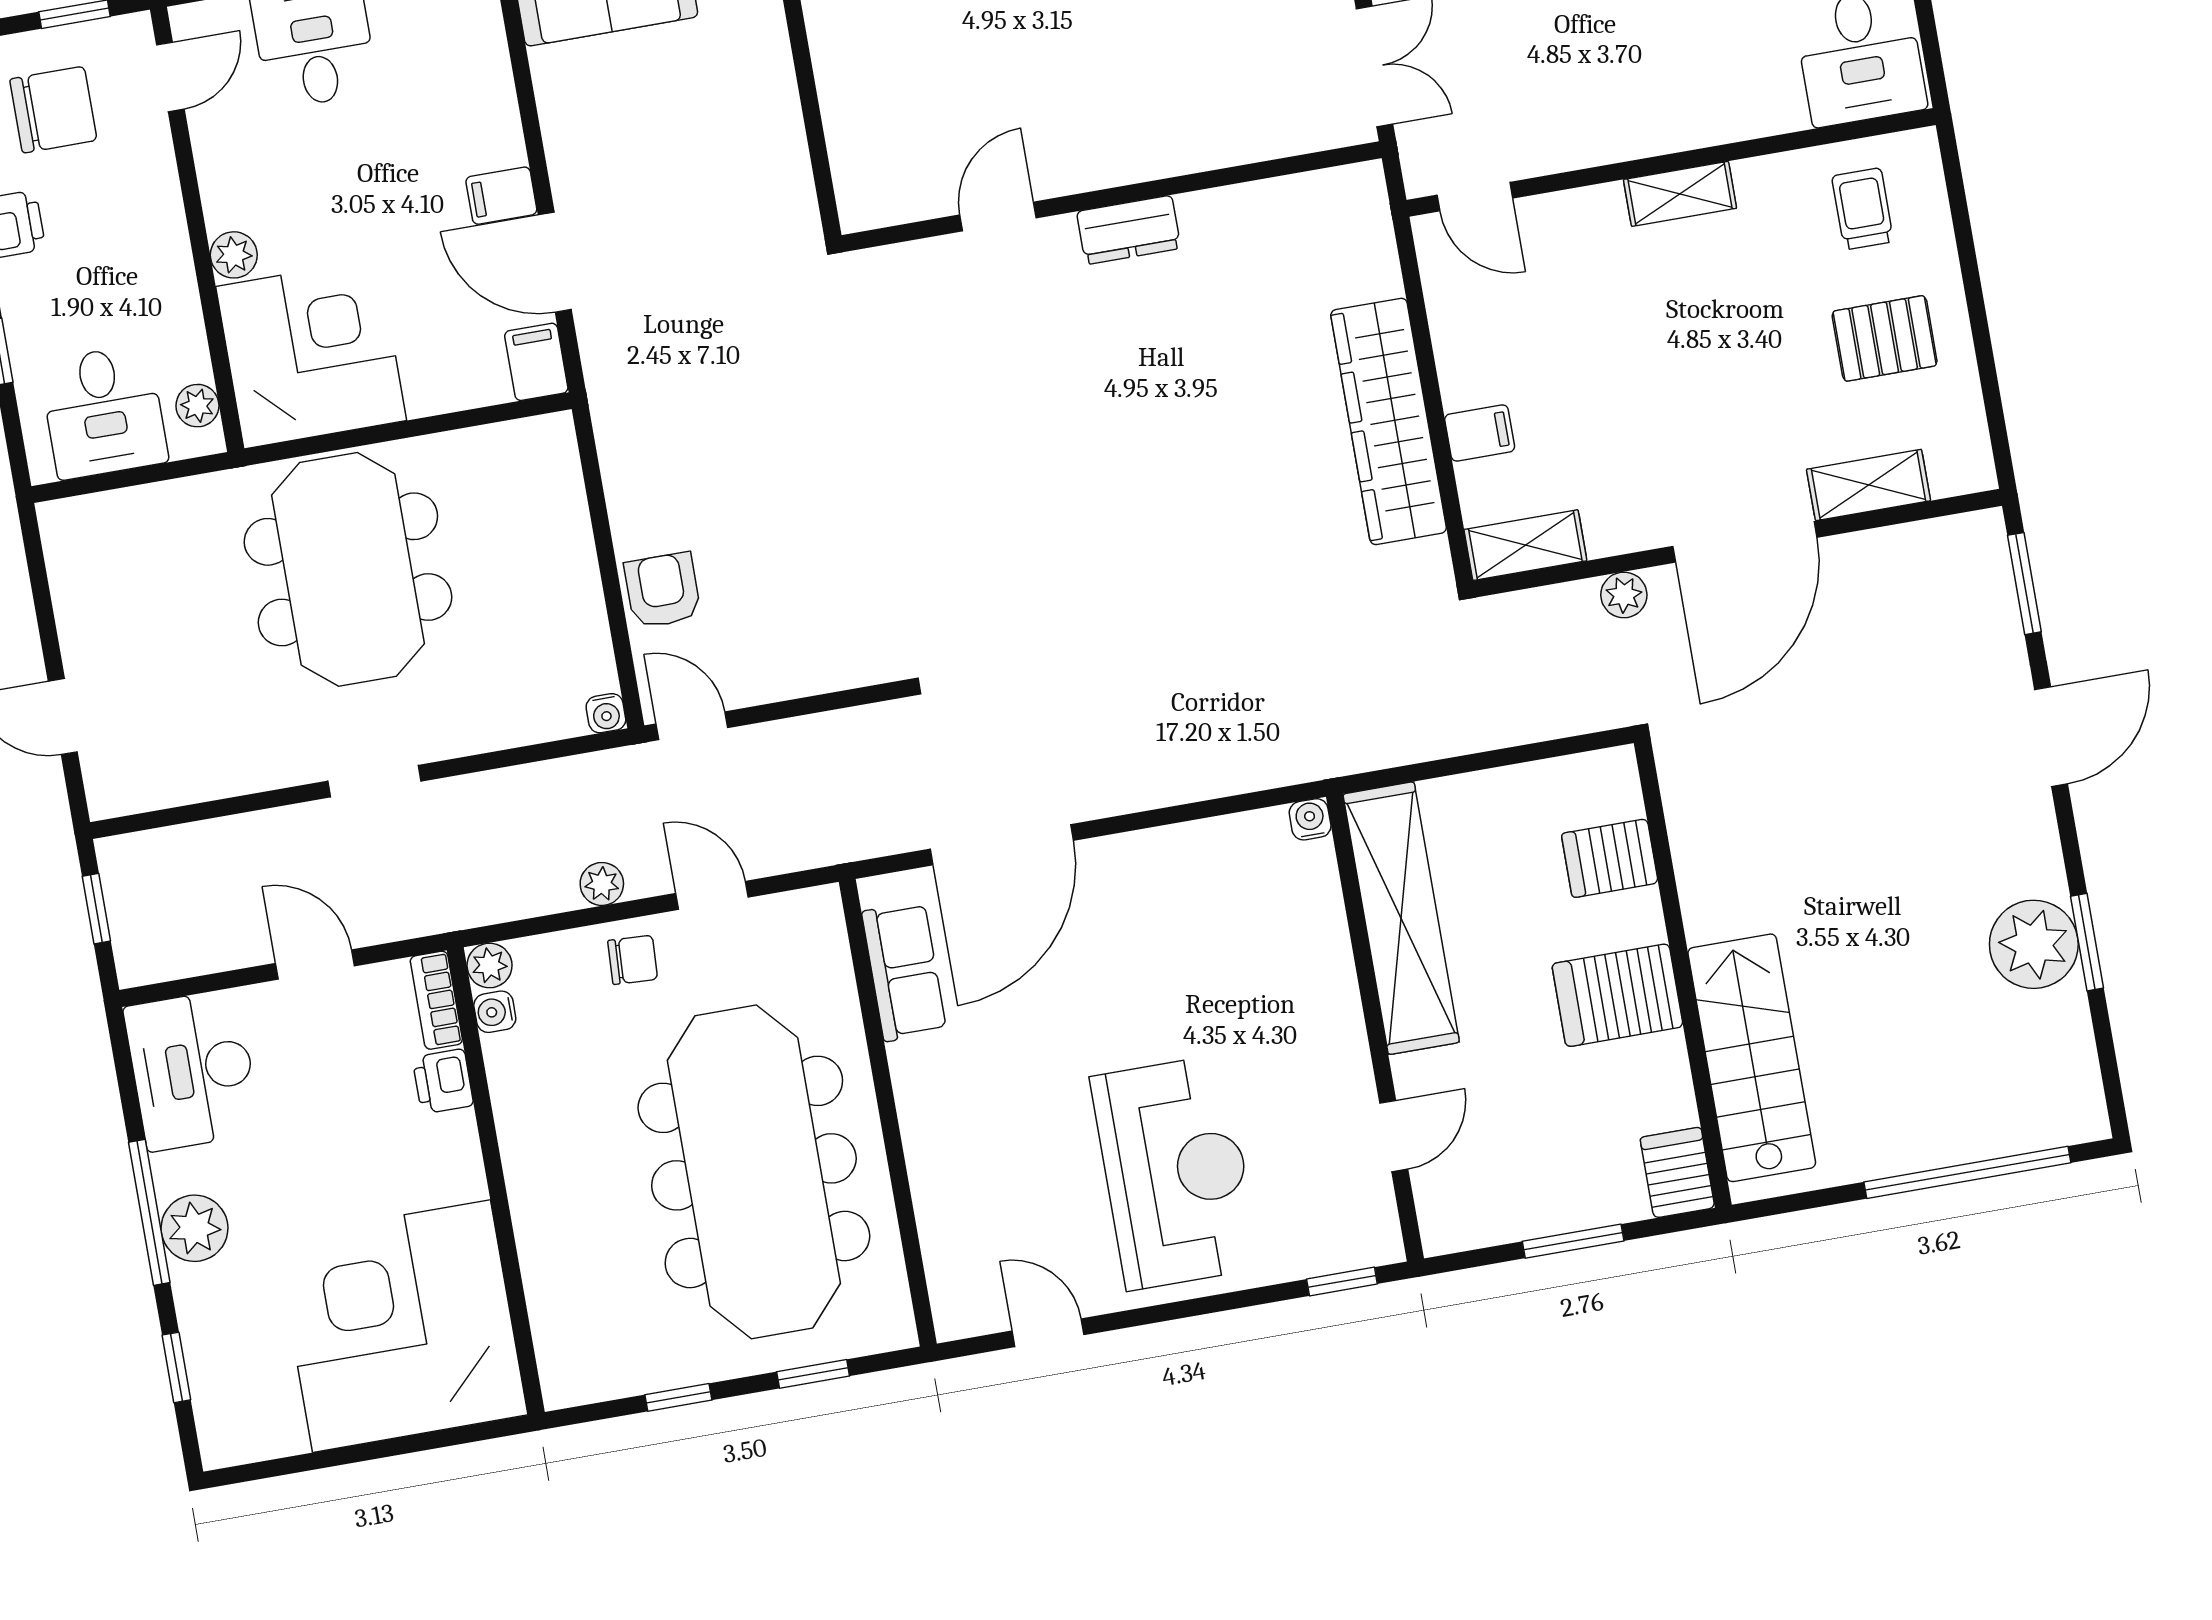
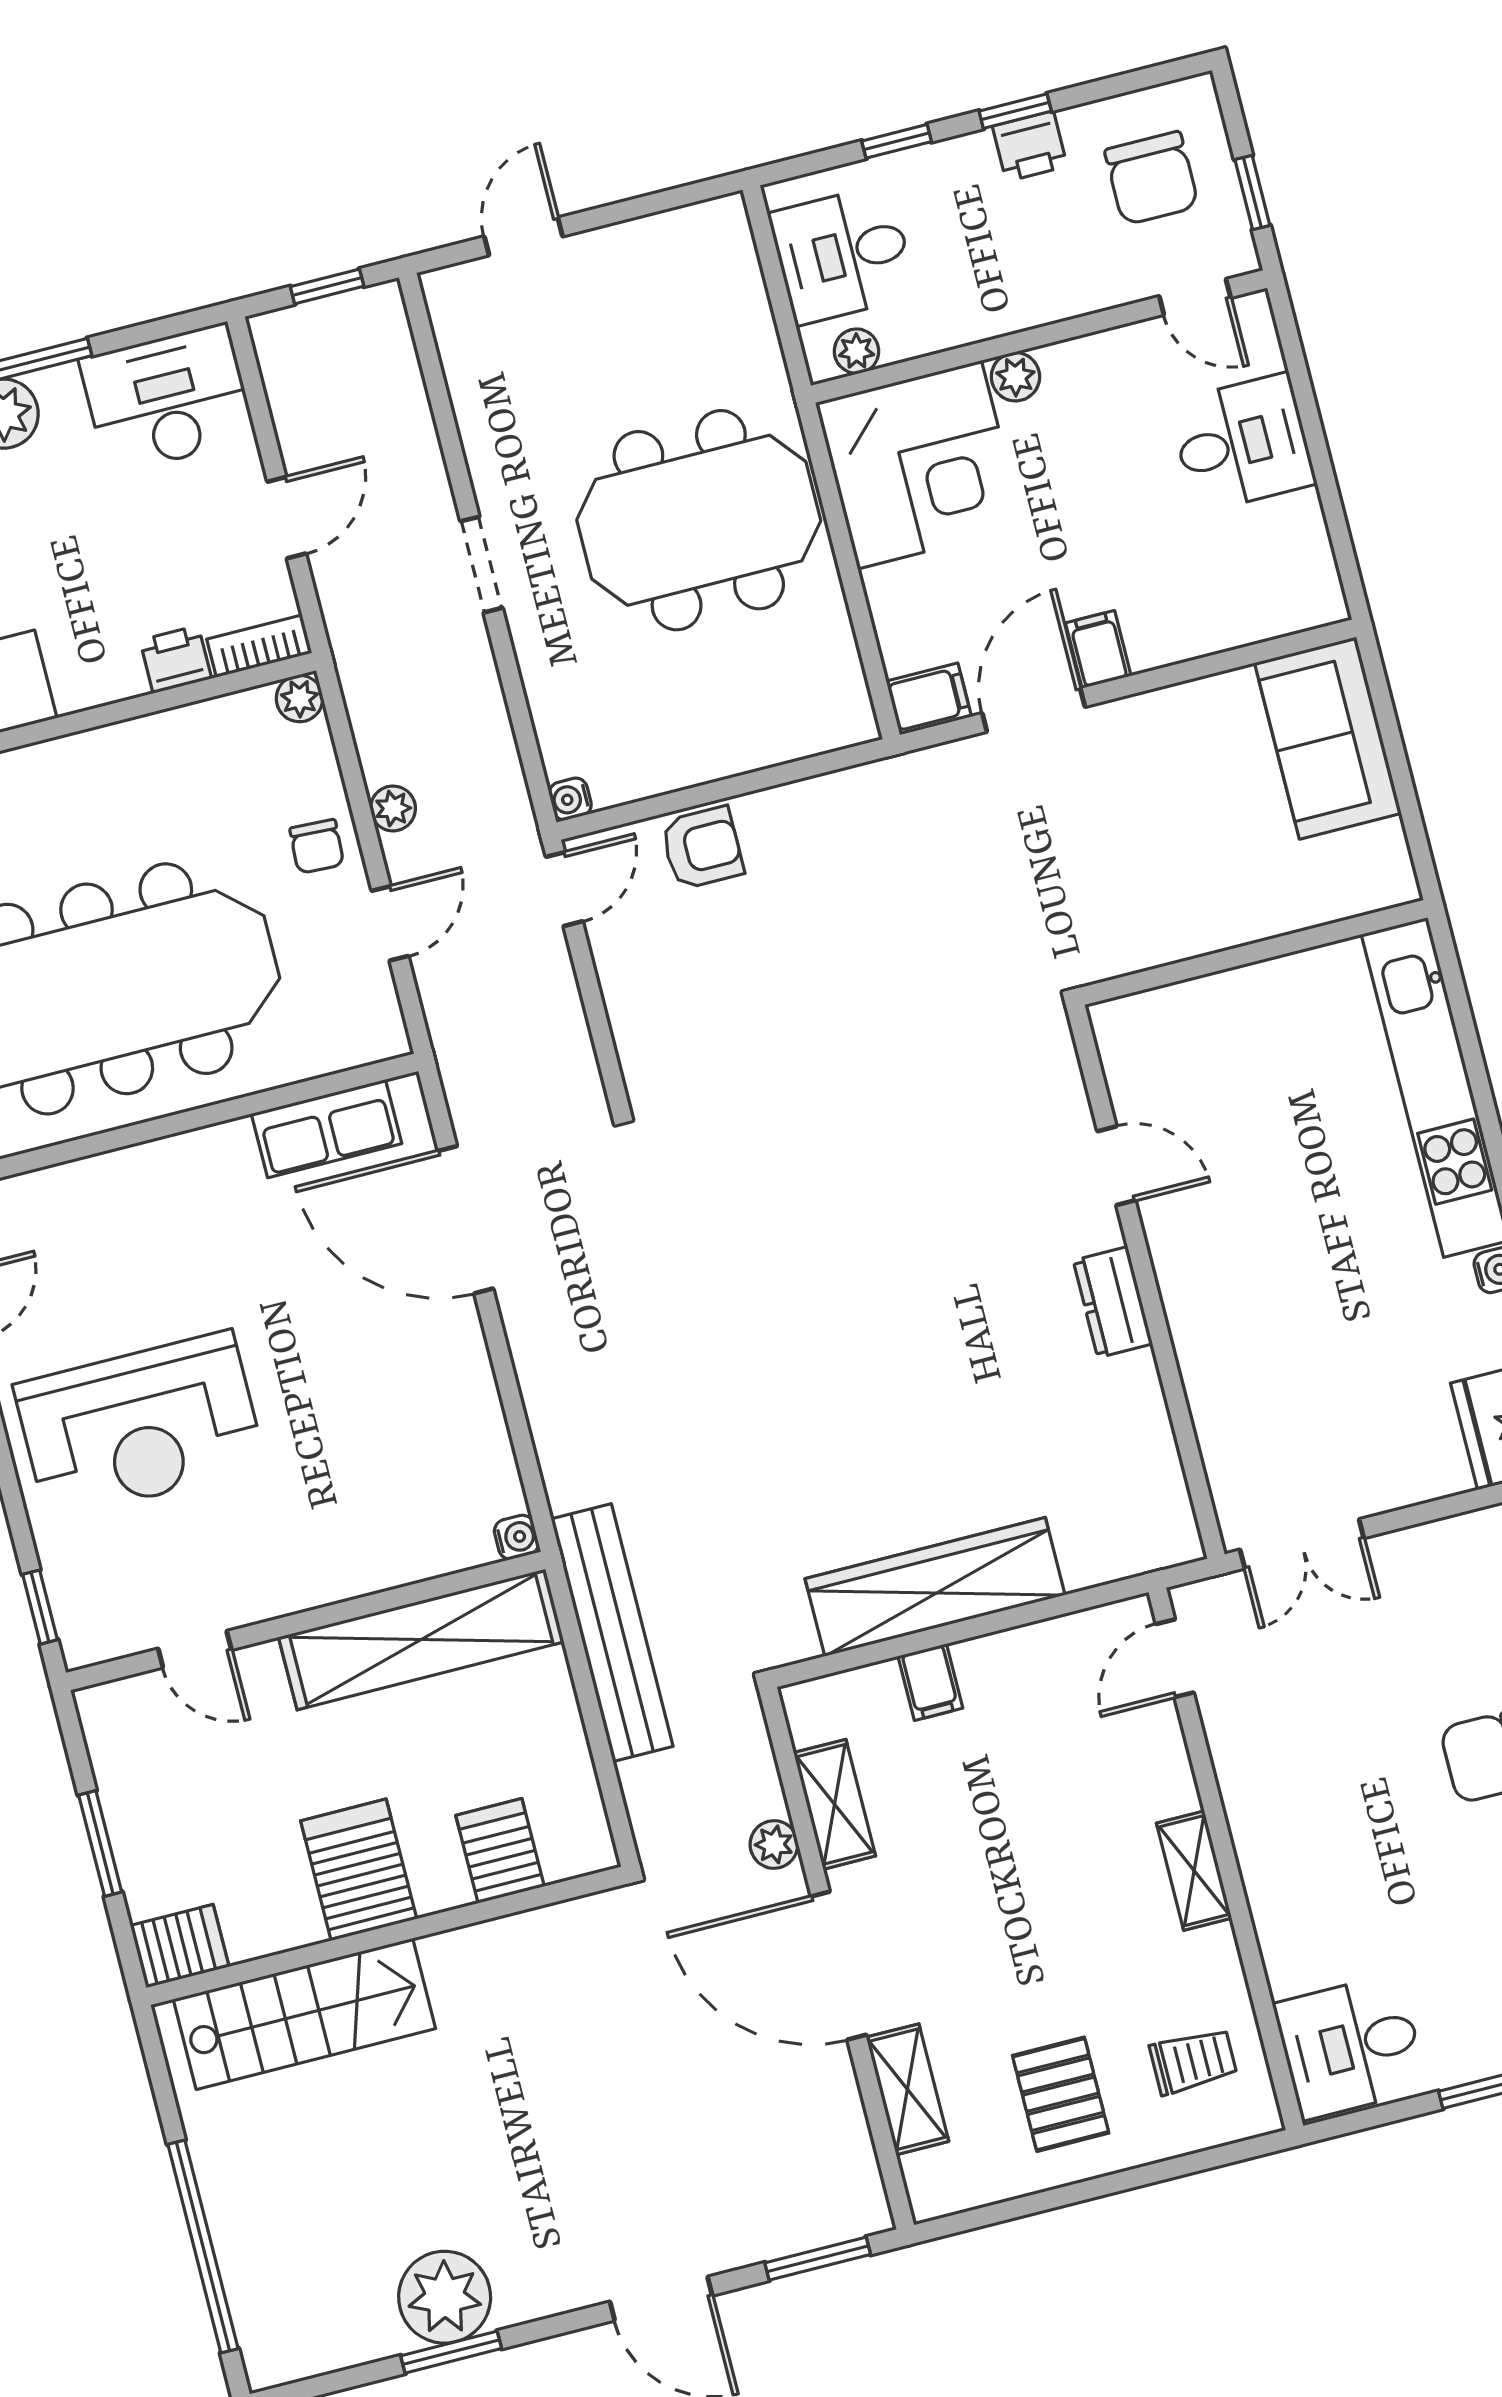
shelving: (1525, 545) -> (835, 1804), moved
bench: (1409, 735) -> (612, 1633), added
water cooler: (495, 1012) -> (252, 708), removed

